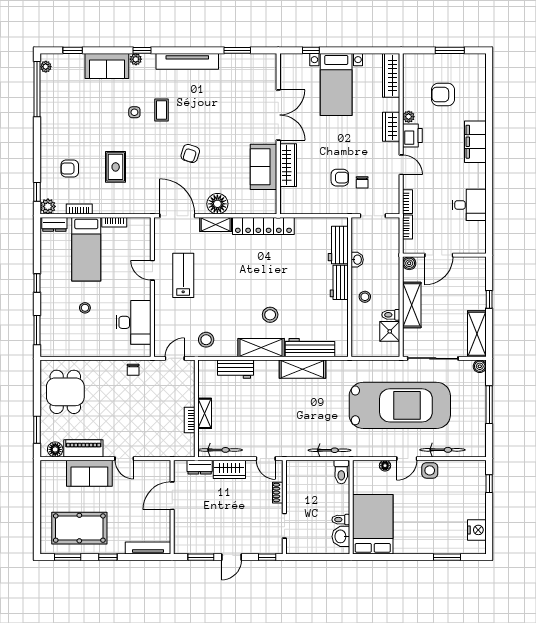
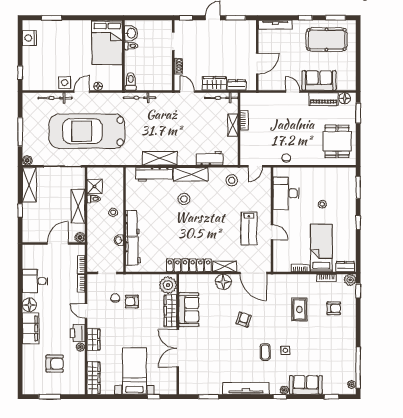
floor lamp: (477, 173) -> (29, 305), added
plant: (291, 200) -> (168, 285), added

